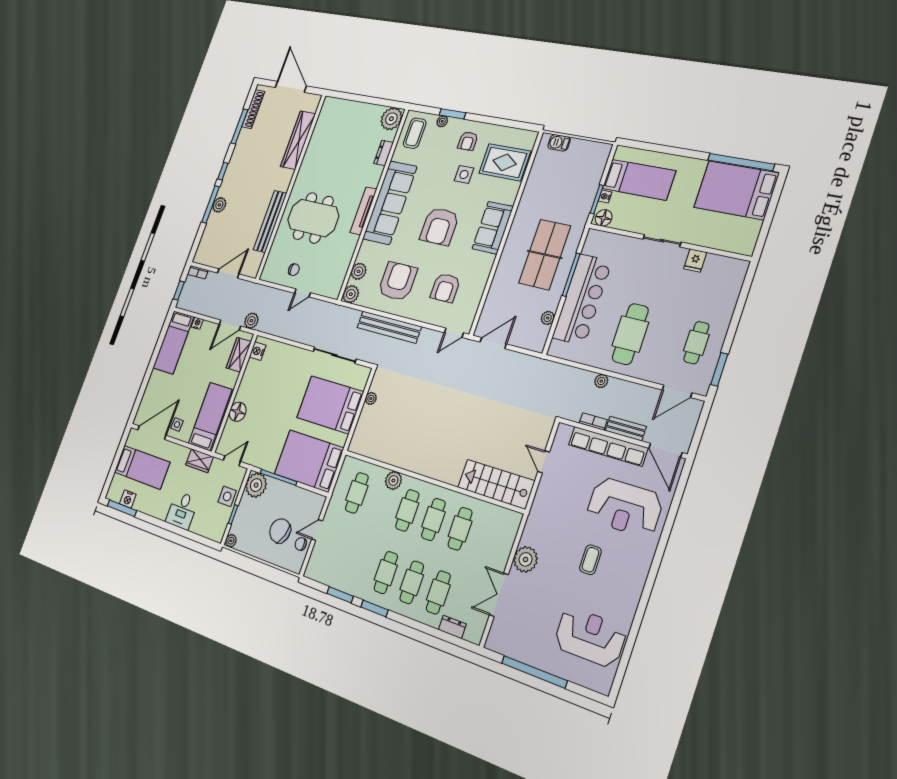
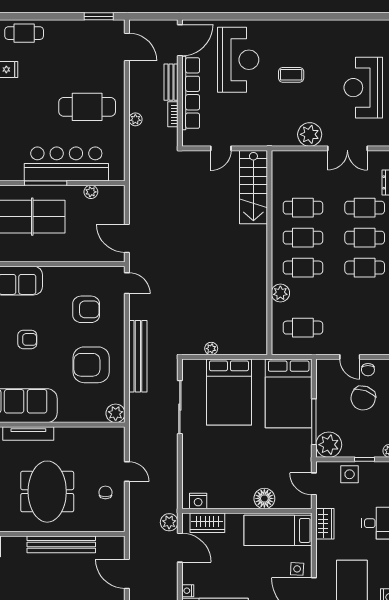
armchair: (439, 226) -> (27, 339), width x0.53, depth x0.53
plant: (359, 271) -> (91, 414), removed
cafe table: (696, 343) -> (24, 33), moved
reception desk: (590, 637) -> (363, 88), moved

